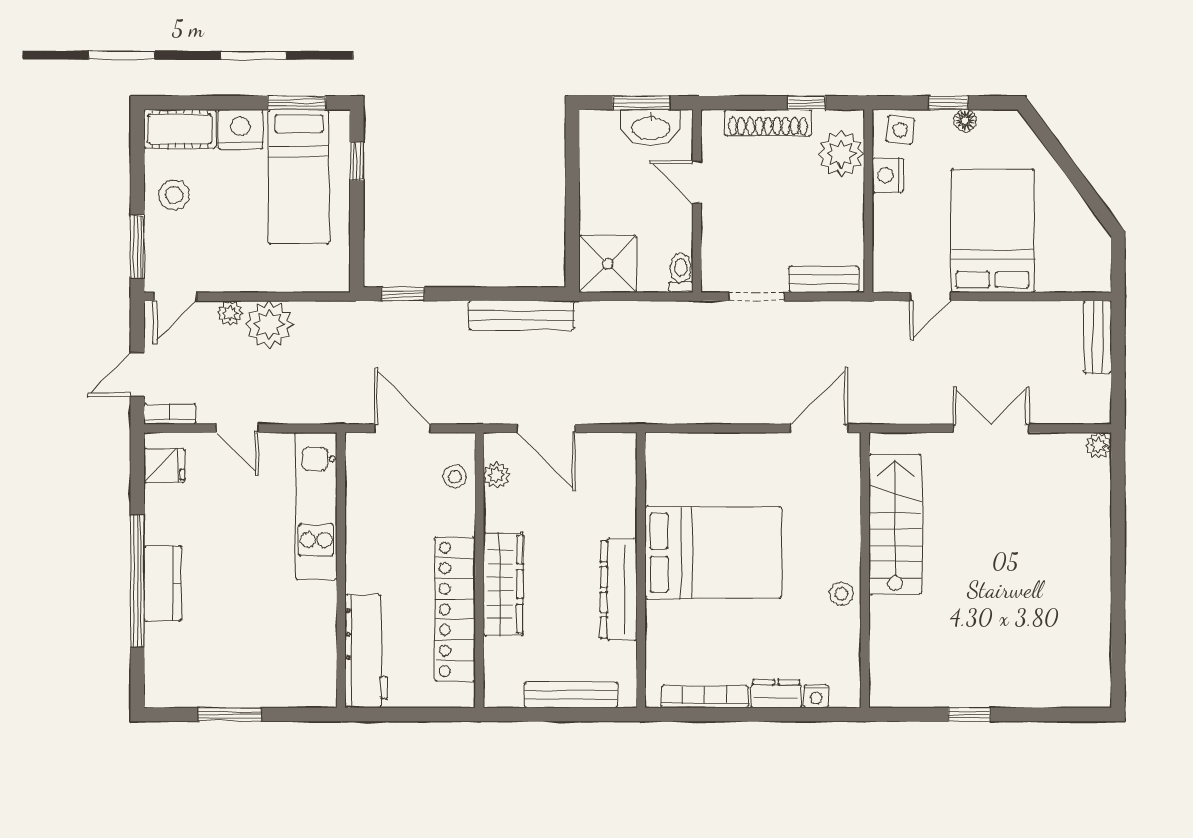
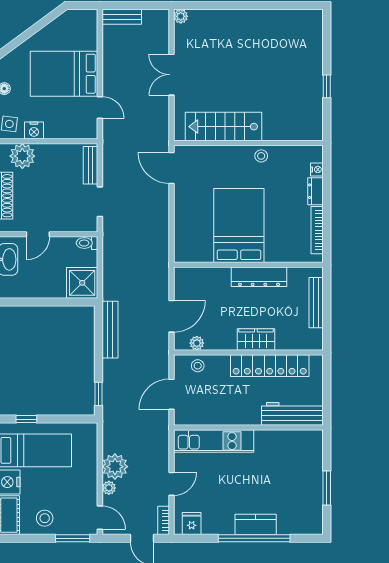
wardrobe: (503, 584) -> (256, 339), width x0.67

